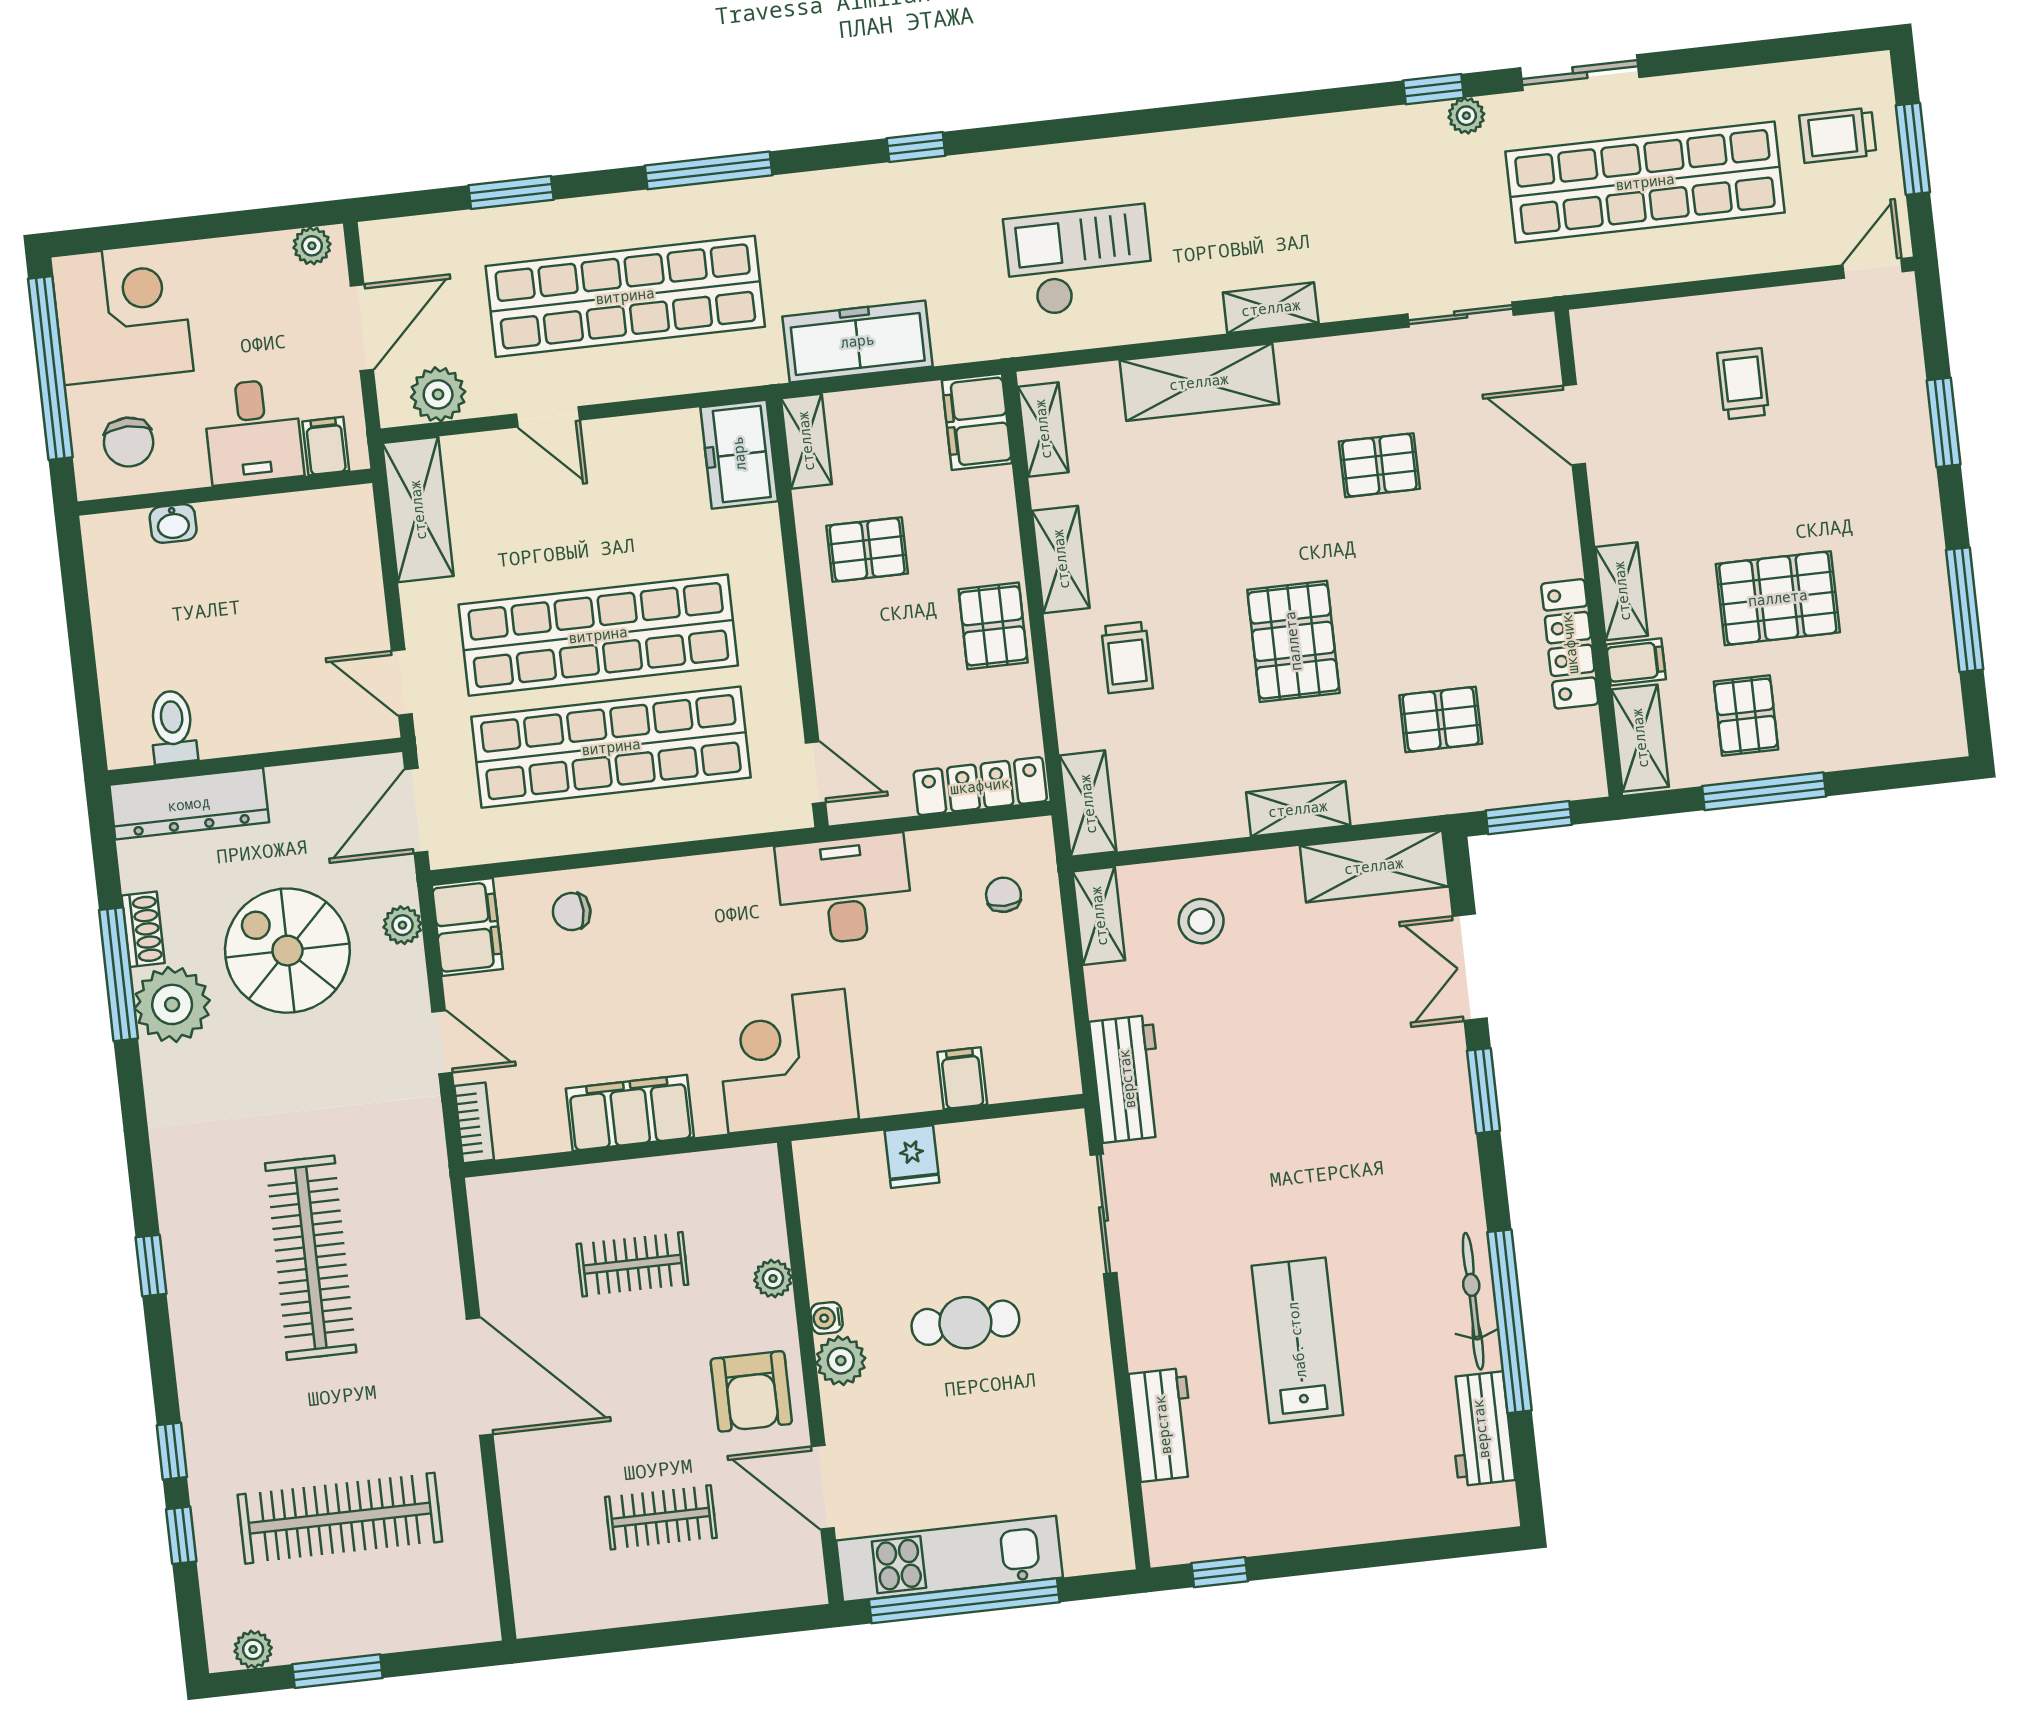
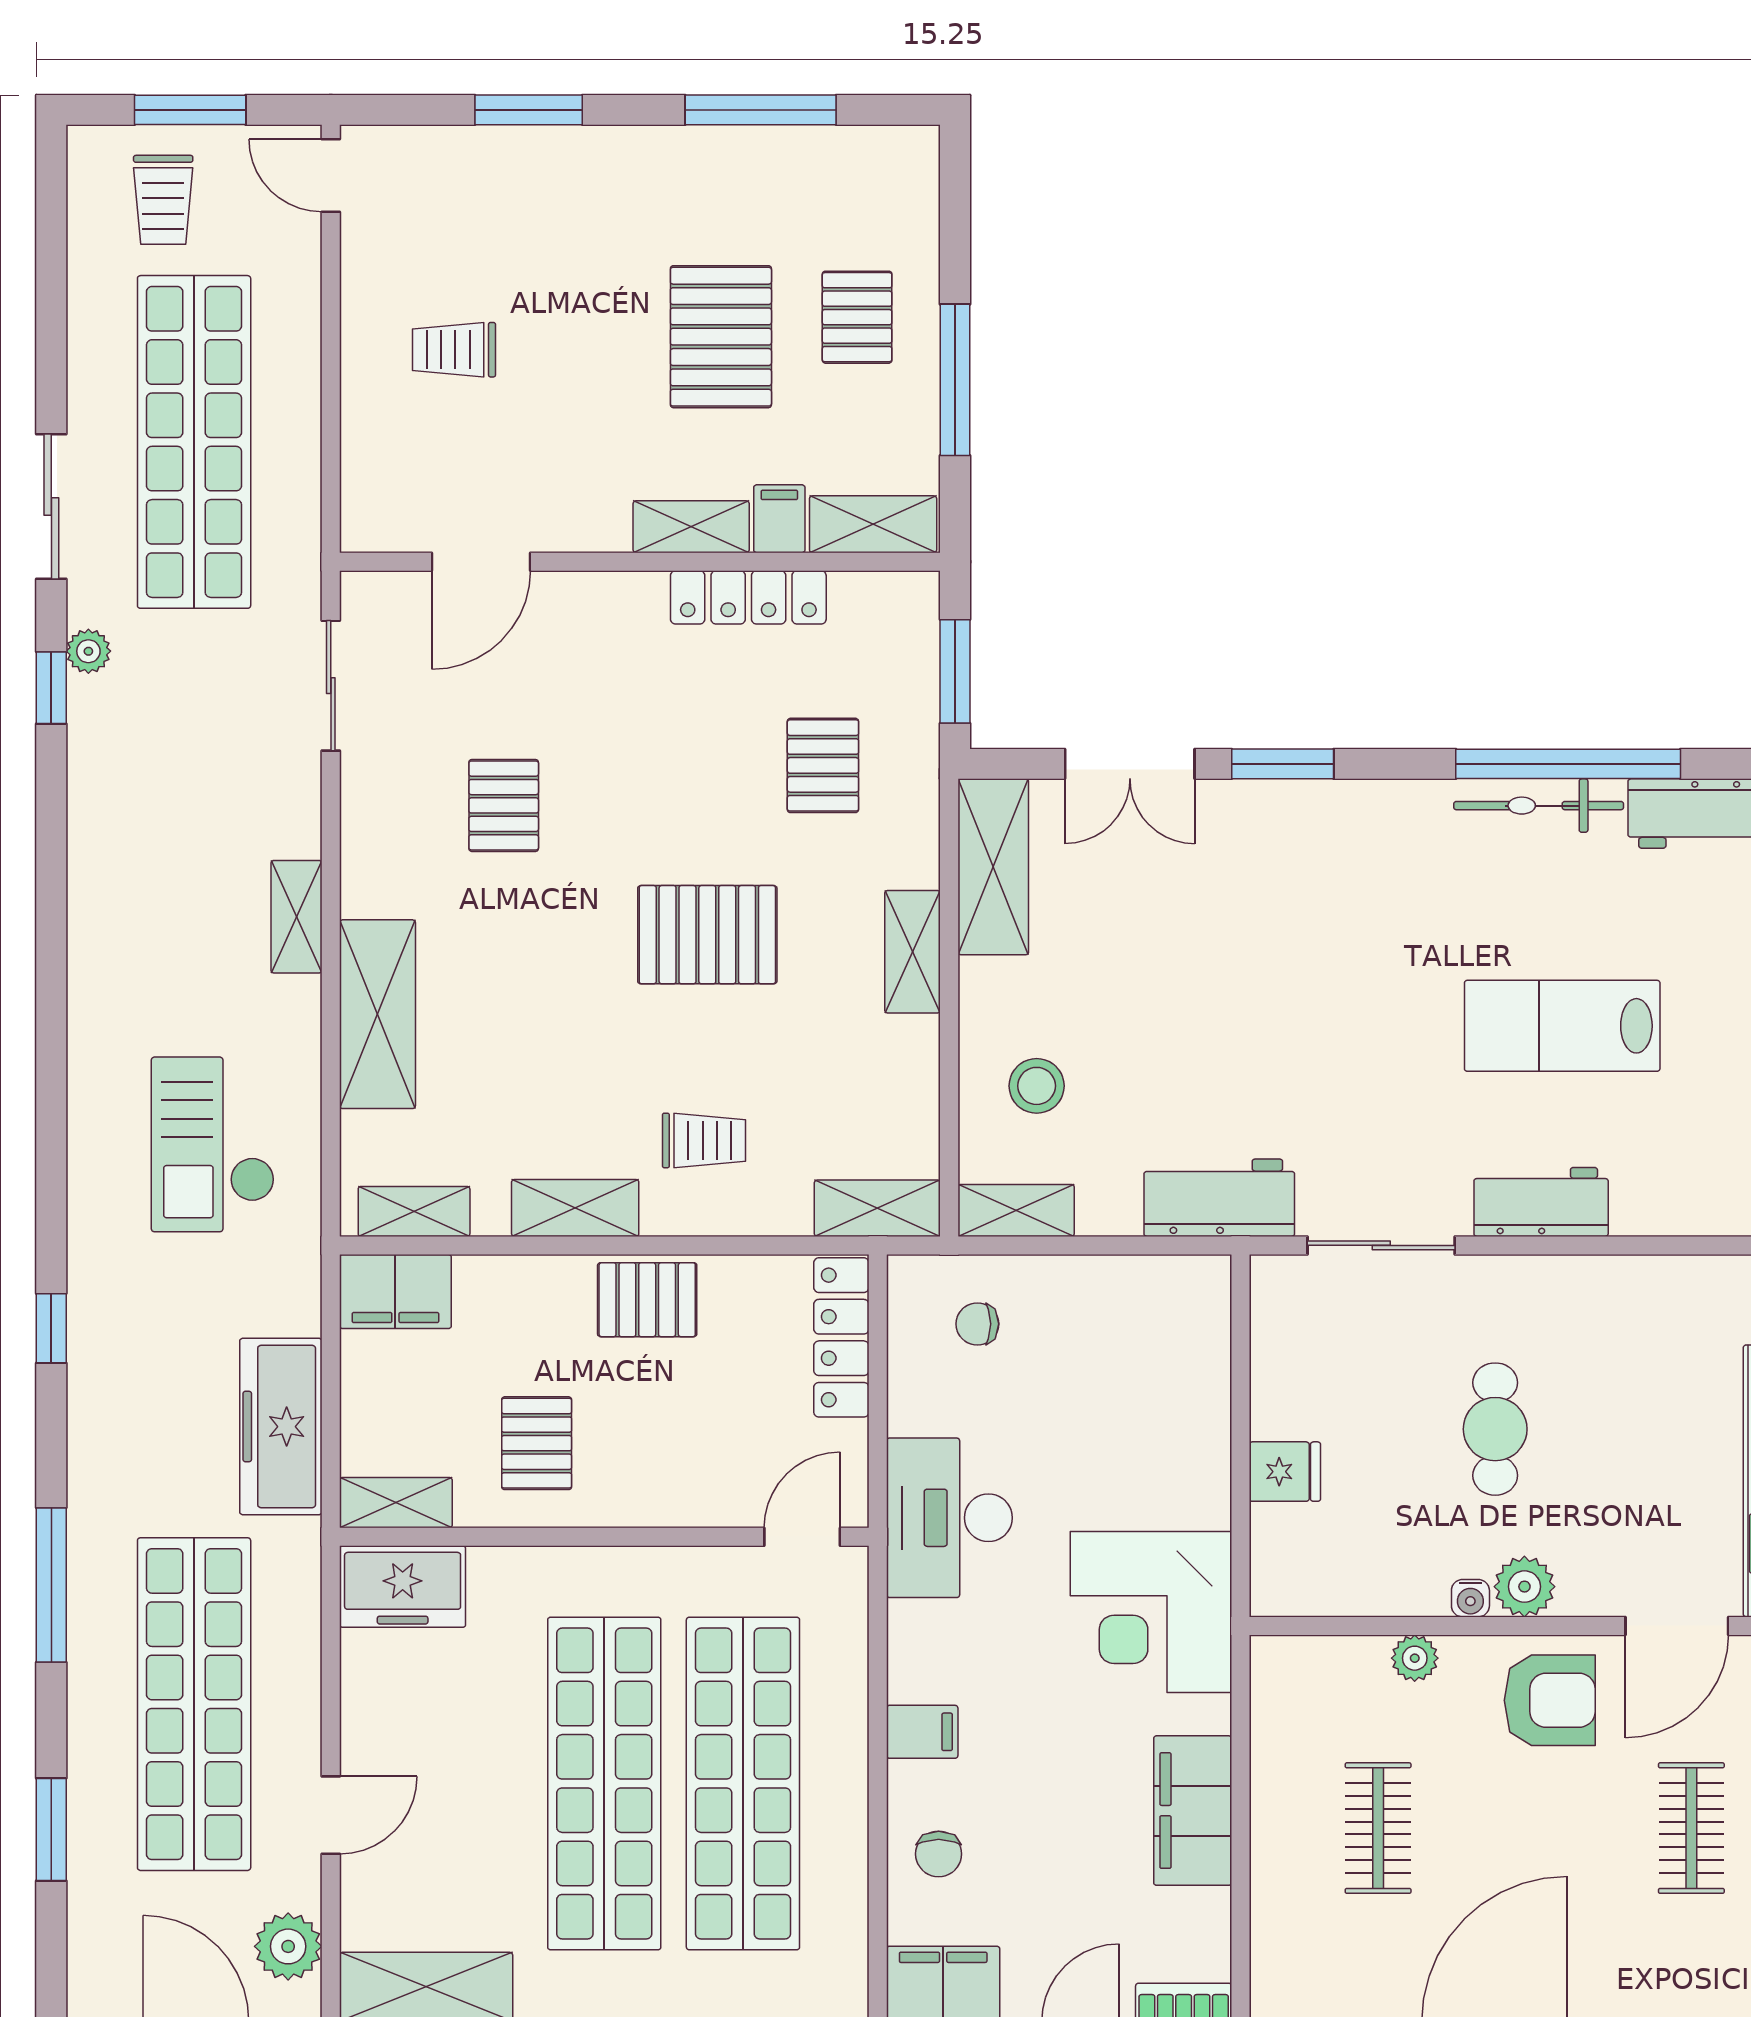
pallet: (1746, 715) -> (857, 317), moved, turned 90
filing cabinet: (962, 1078) -> (922, 1732), moved, turned 180
workbench: (1163, 1425) -> (1541, 1202), moved

